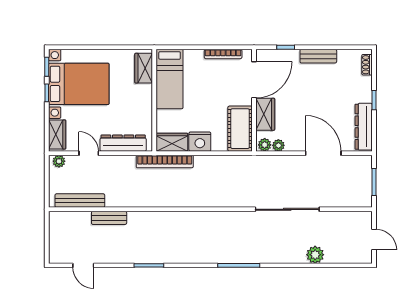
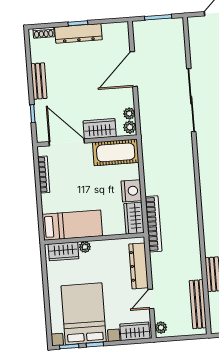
plant: (146, 90) -> (85, 247), added
dresser: (364, 127) -> (78, 33), moved

